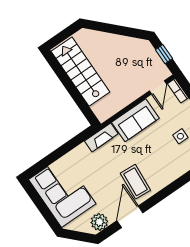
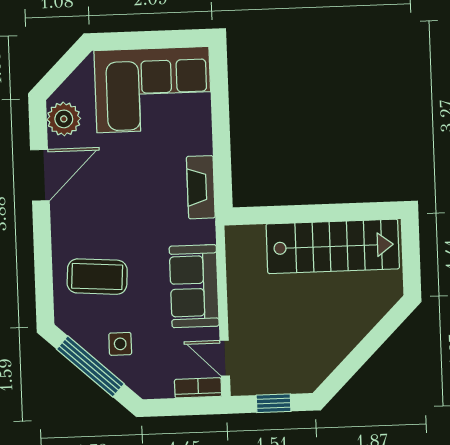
fireplace: (101, 137) -> (201, 187), moved
coffee table: (135, 182) -> (97, 277), moved
door: (130, 217) -> (40, 175), hinge flipped

